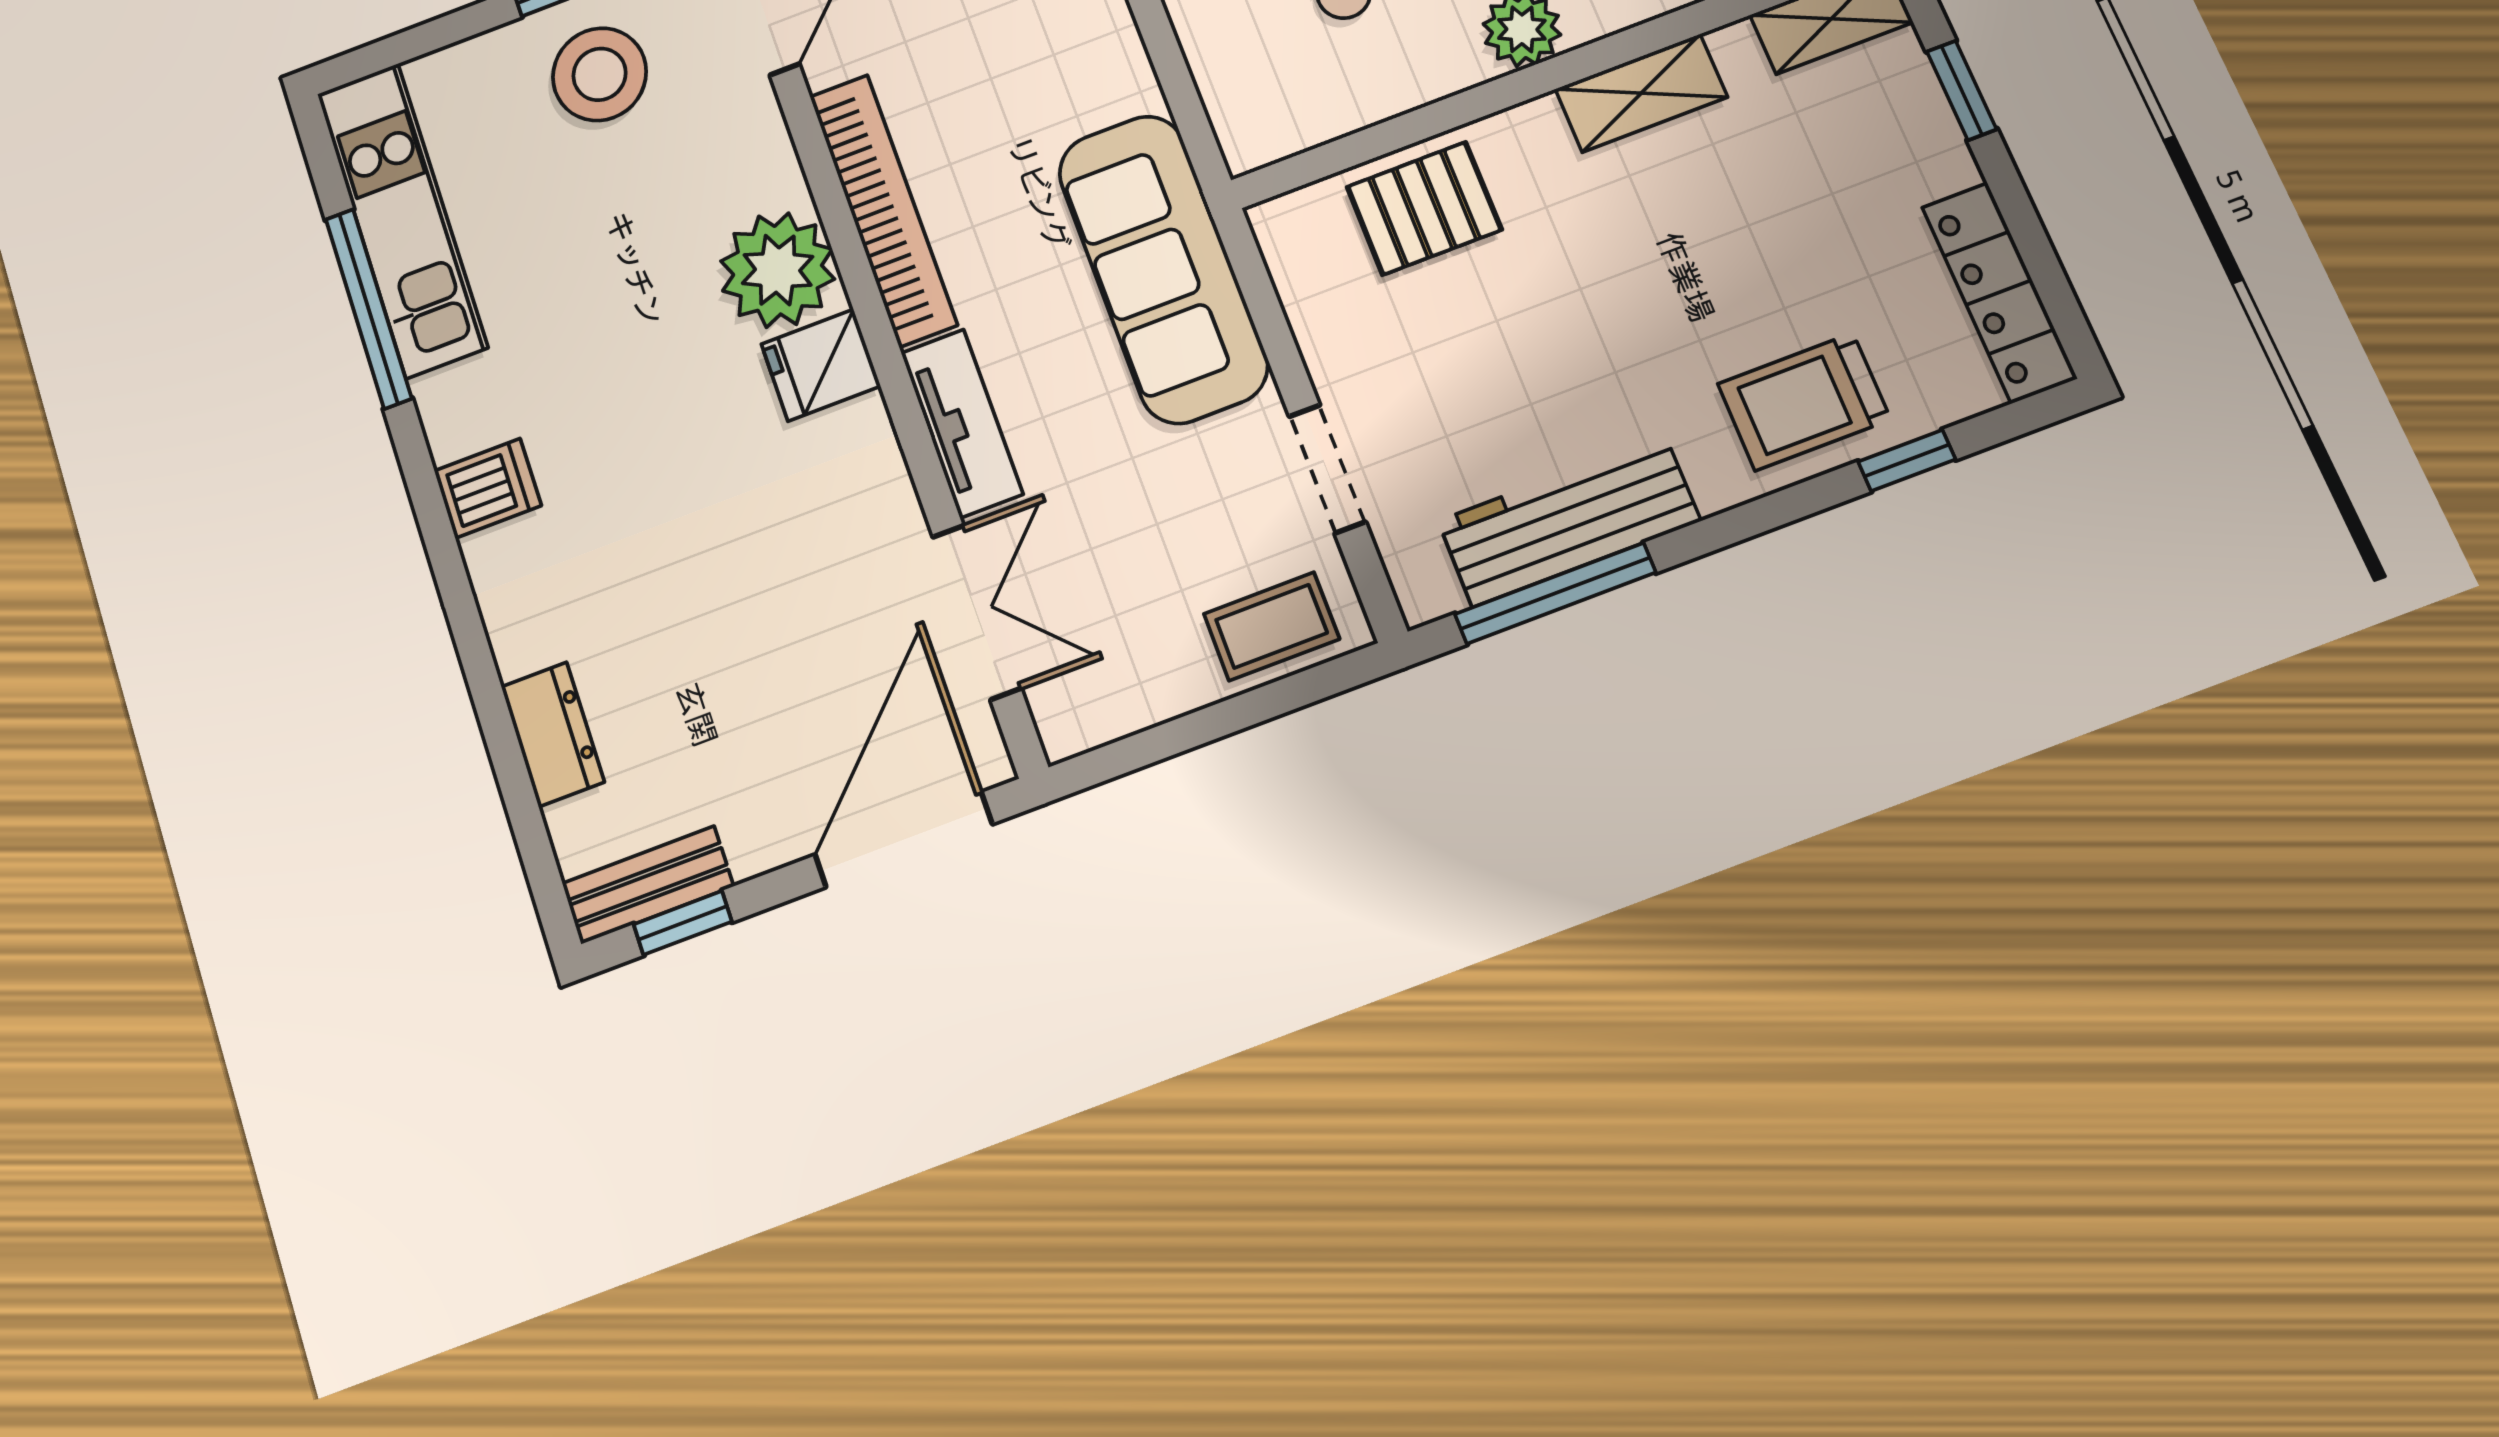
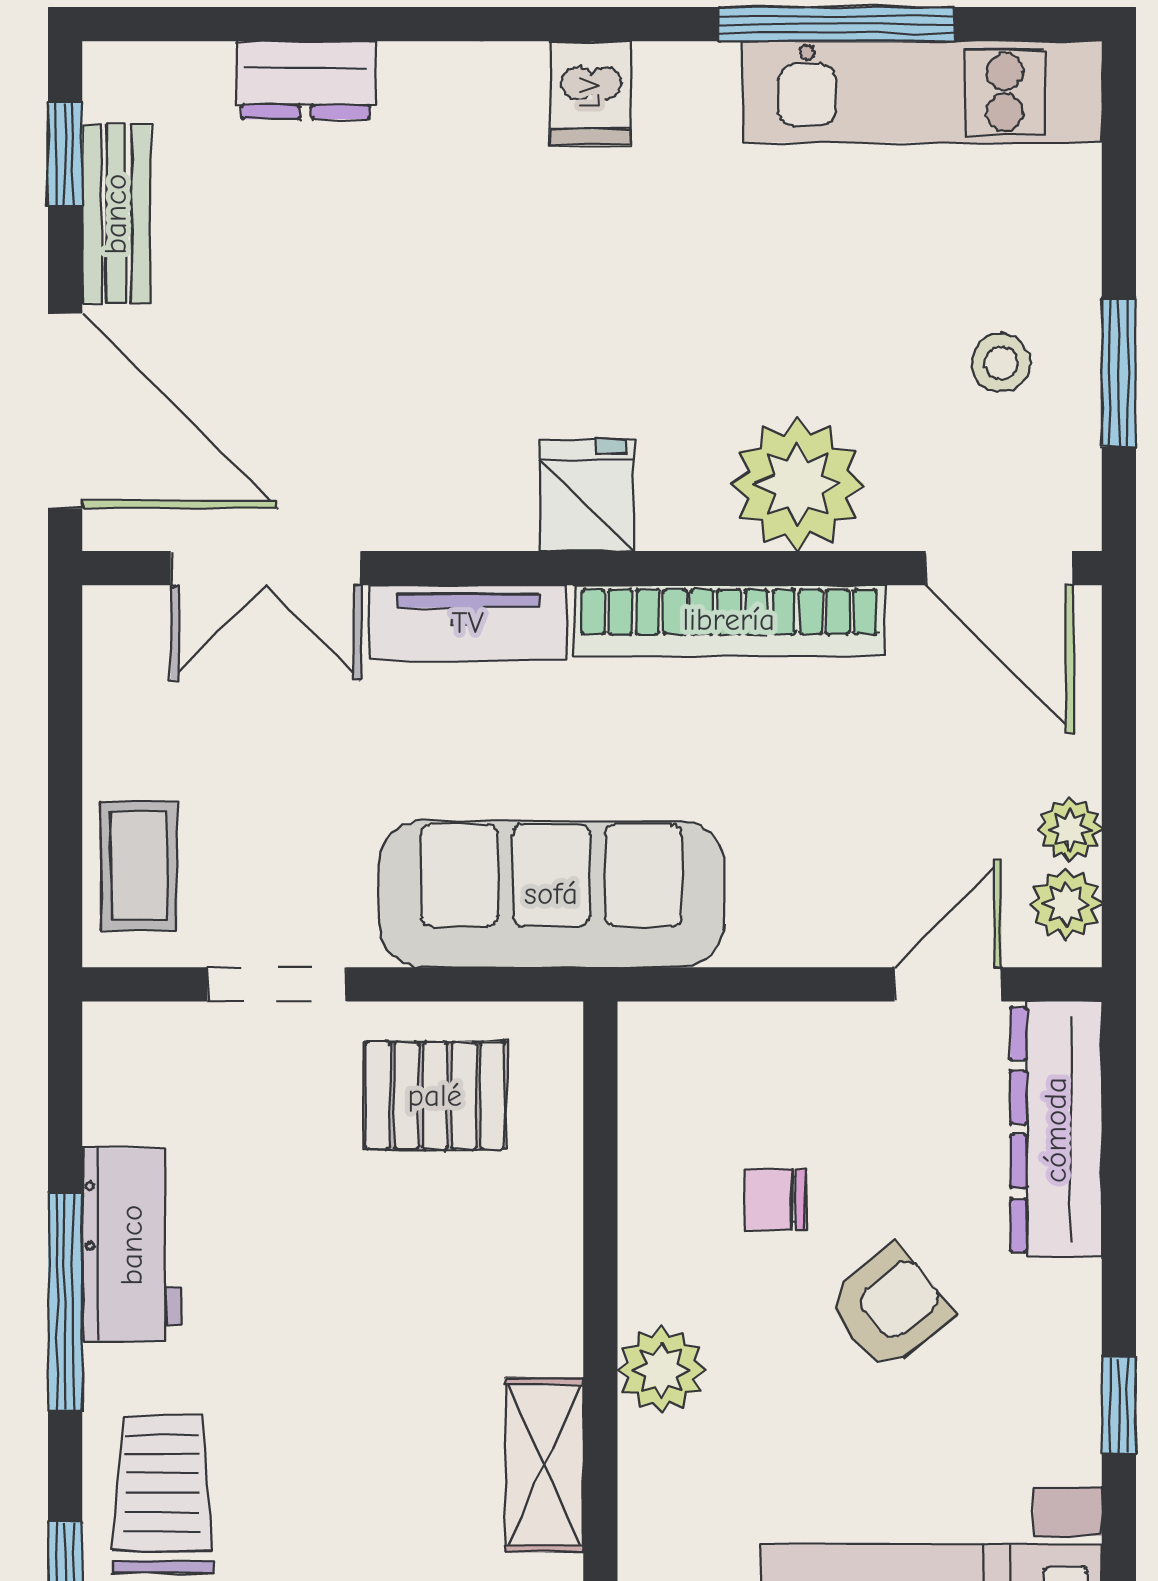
stool: (600, 74) -> (1001, 363), width x0.53, depth x0.53
pallet: (1424, 208) -> (435, 1096), moved, turned 90
plant: (778, 270) -> (798, 484), moved
workbench: (1569, 521) -> (132, 1245), width x0.73
window: (1555, 593) -> (65, 1301), moved
bench: (648, 885) -> (116, 214), moved

